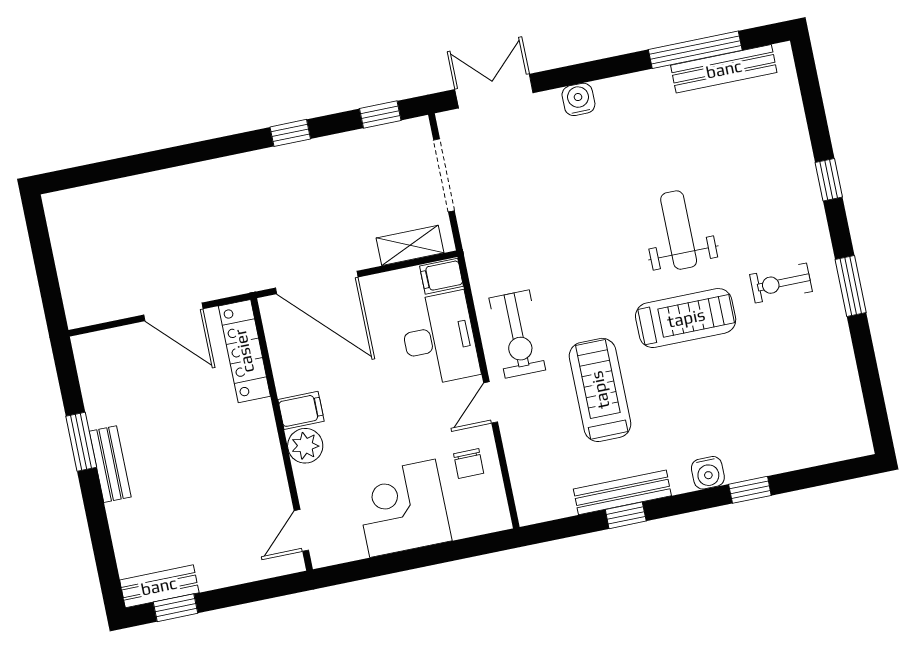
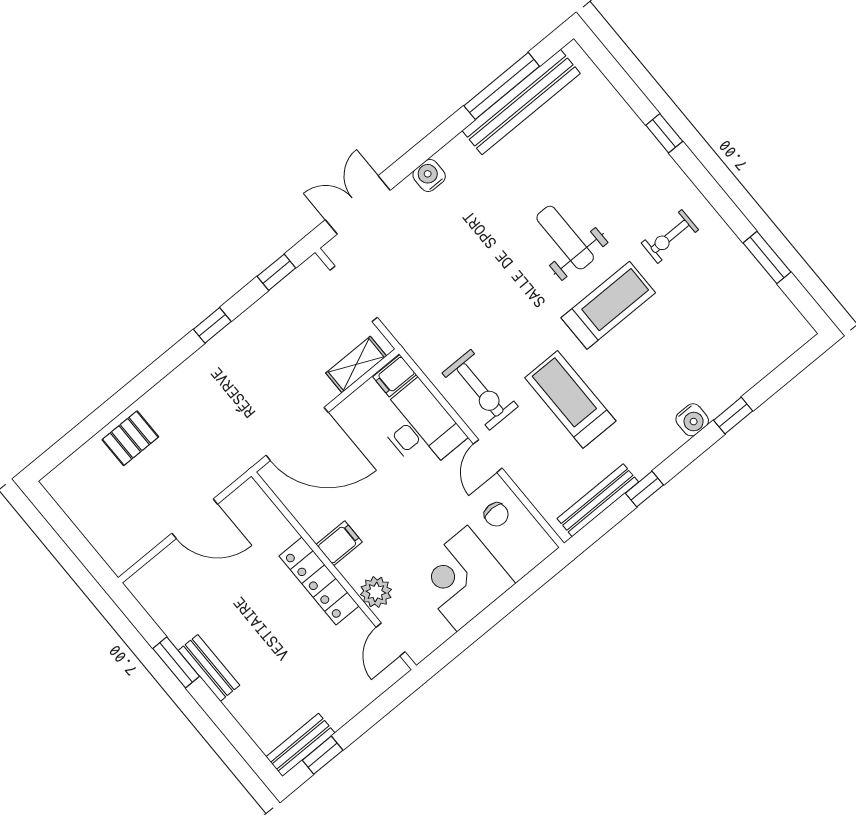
bench: (724, 69) -> (521, 102), width x1.37, depth x1.21
pallet: (152, 200) -> (130, 438), added
window: (851, 286) -> (767, 257), moved
locker: (244, 351) -> (319, 581), moved
plant: (305, 446) -> (376, 592), moved
bench: (622, 492) -> (598, 500), moved

